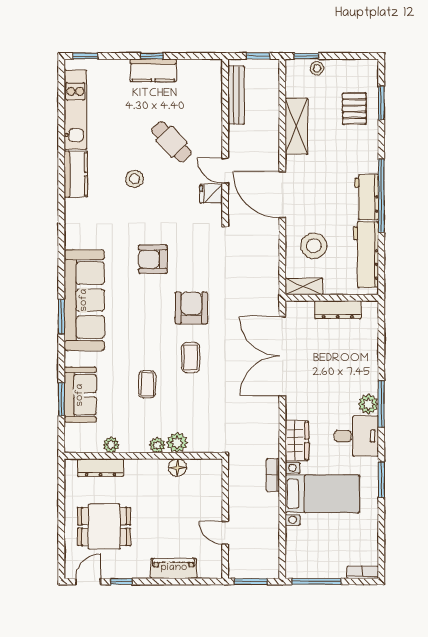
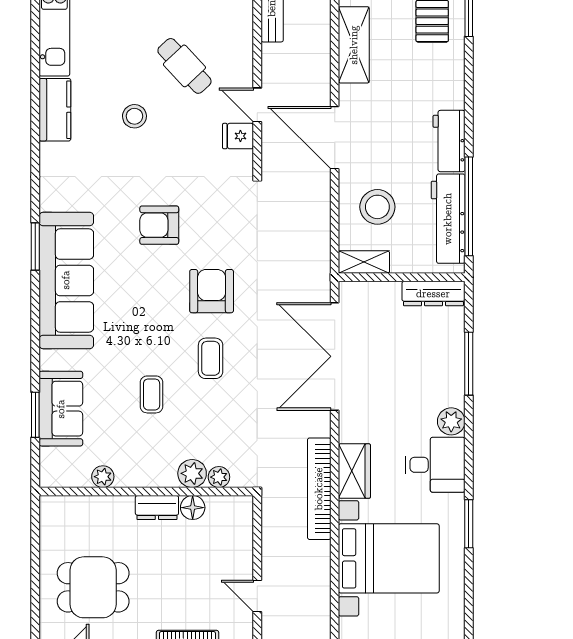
window: (381, 195) -> (469, 206), moved
dresser: (338, 310) -> (433, 294), moved
window: (61, 317) -> (35, 247), moved
window: (381, 404) -> (469, 364), moved
plant: (157, 445) -> (219, 477), moved
dresser: (100, 468) -> (157, 508), moved, width x0.70
bookcase: (273, 475) -> (319, 489), width x2.31, depth x1.31
bed with nightstands: (322, 494) -> (389, 558), width x1.36

